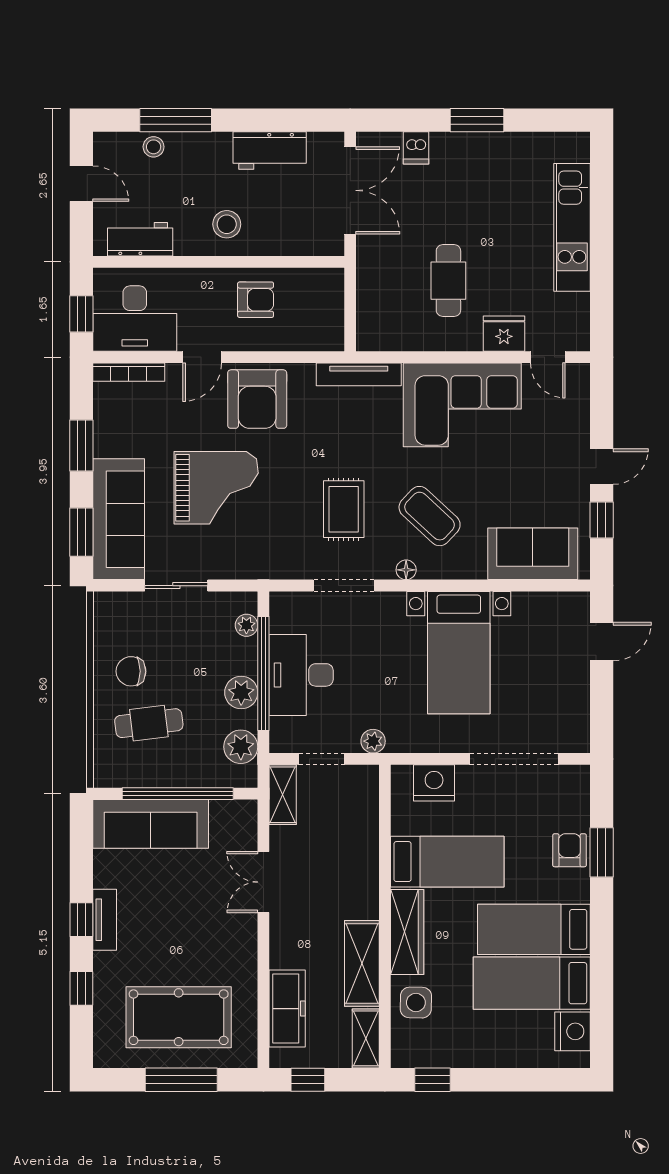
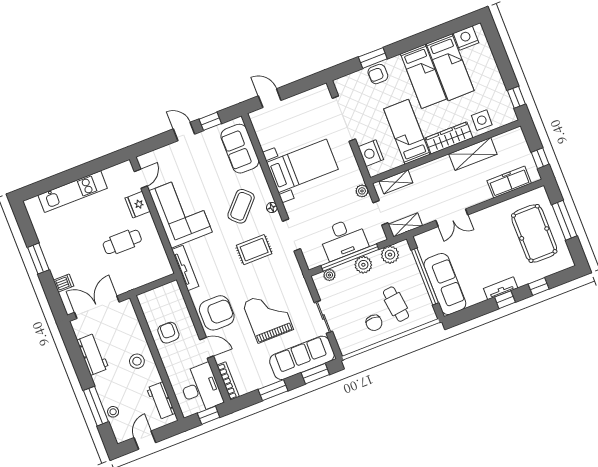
shelving: (366, 1038) -> (396, 182), moved

